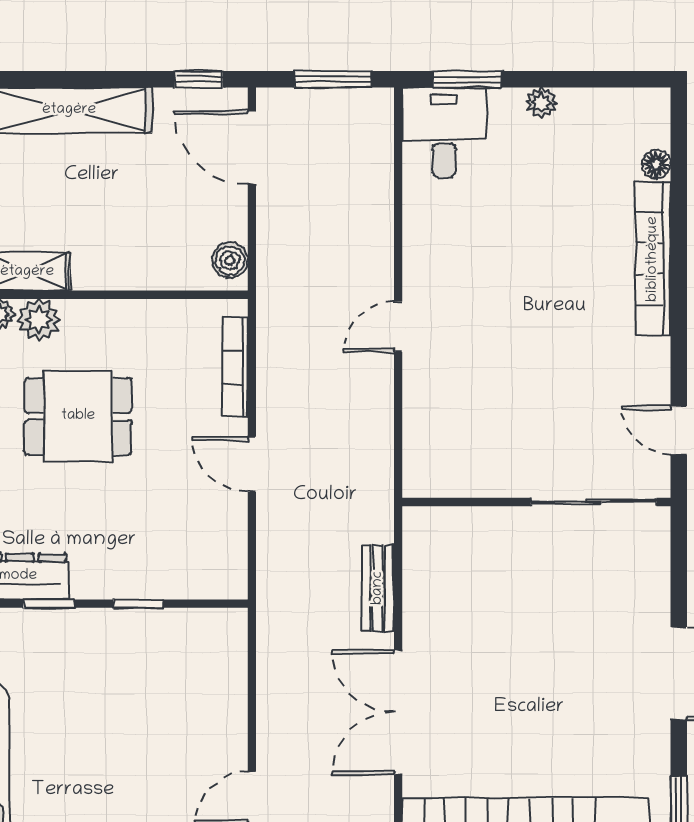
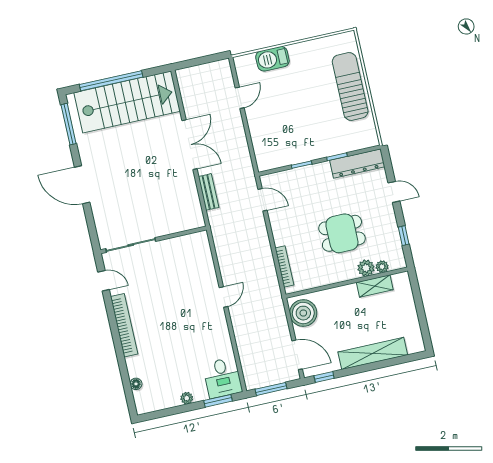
bookcase: (653, 259) -> (124, 325), moved
boiler: (230, 260) -> (303, 313), width x1.86, depth x1.86
door: (252, 464) -> (262, 200), moved

